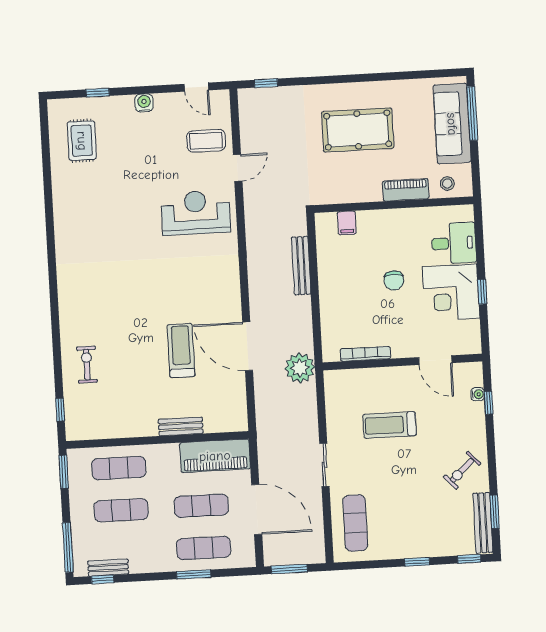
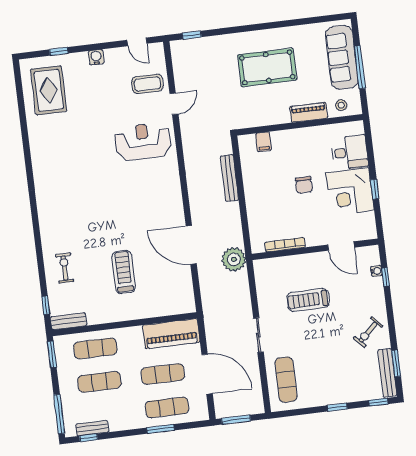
window: (472, 113) -> (360, 67), moved
rug: (82, 141) -> (49, 90), width x1.36, depth x1.43
treadmill: (181, 351) -> (124, 272), moved
bench: (181, 426) -> (68, 321), moved

